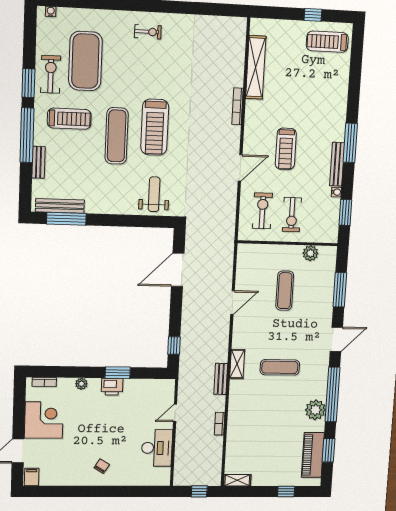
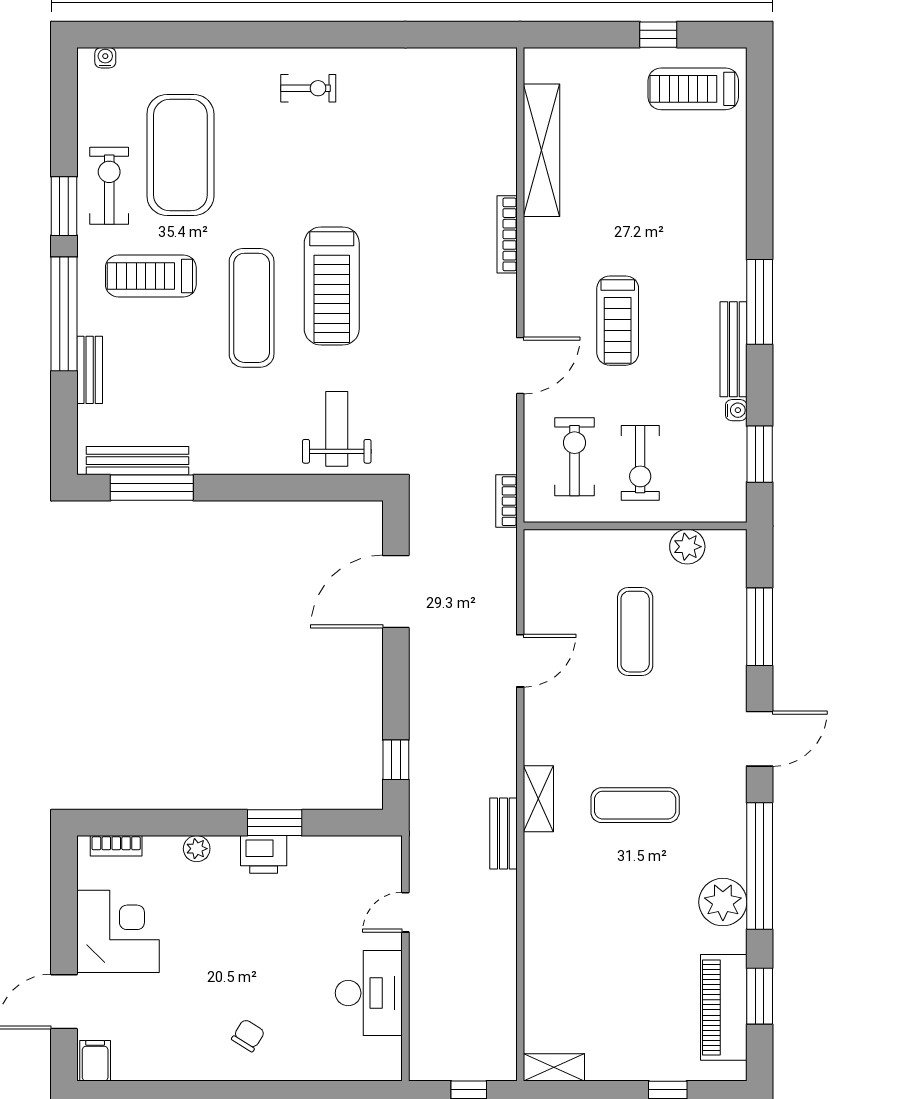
treadmill: (69, 119) -> (151, 276), turned 180
bookcase: (220, 424) -> (507, 501), moved

